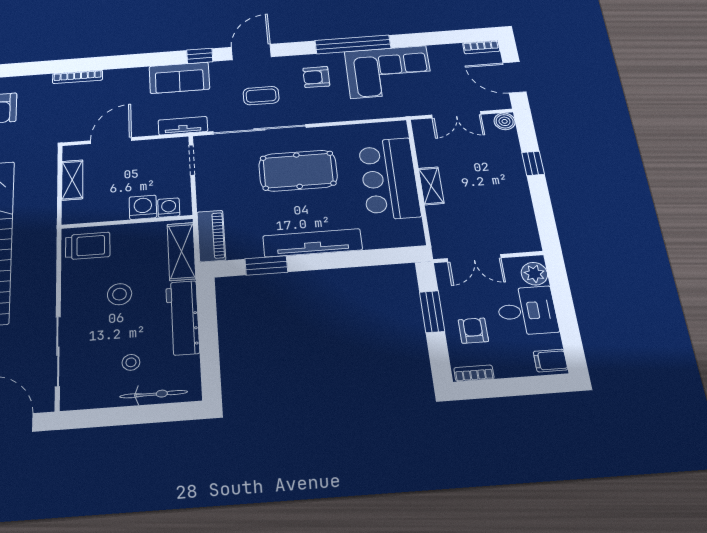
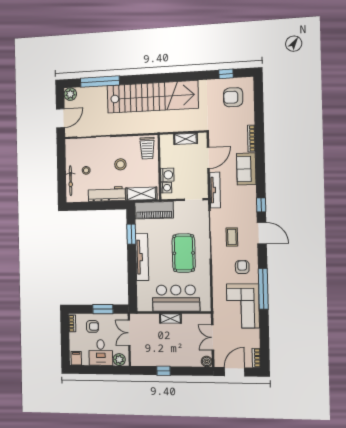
sofa: (179, 78) -> (246, 169), moved
tv unit: (183, 126) -> (215, 190), width x1.41
door: (111, 141) -> (208, 158), hinge flipped
window: (533, 163) -> (164, 371), moved
piano: (211, 236) -> (154, 210), width x1.37, depth x1.33

